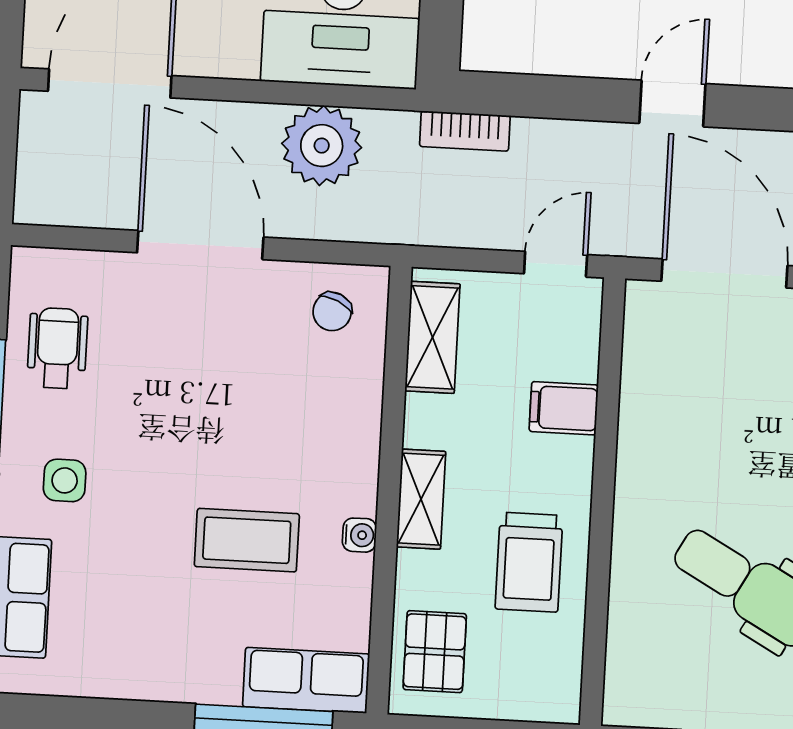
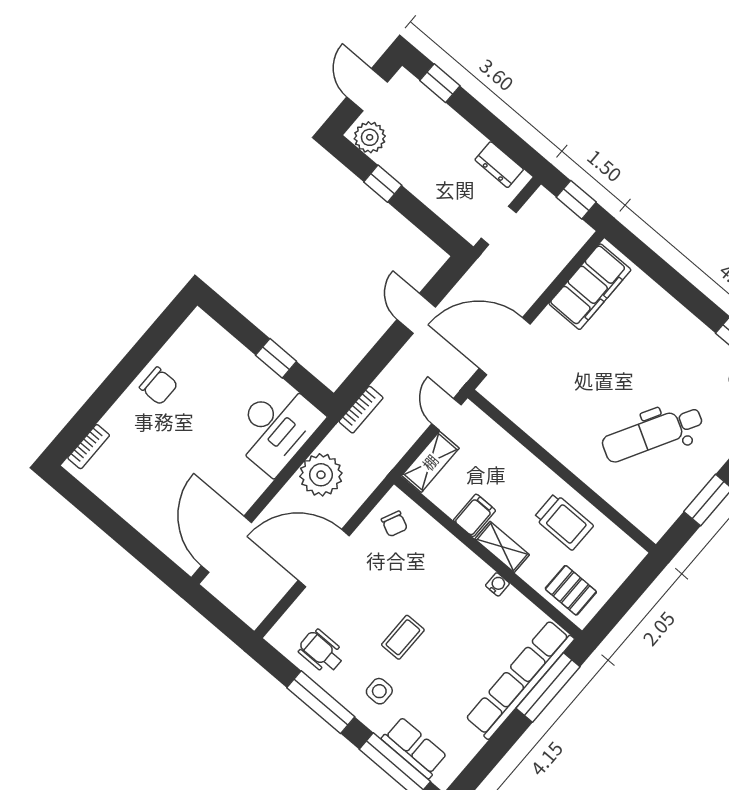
shelving: (432, 337) -> (430, 462), moved, turned 90
filing cabinet: (564, 408) -> (475, 515), moved, turned 180
coffee table: (247, 540) -> (403, 637), moved, width x0.73, depth x0.77
row of seats: (306, 680) -> (520, 679), width x2.02

